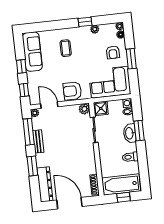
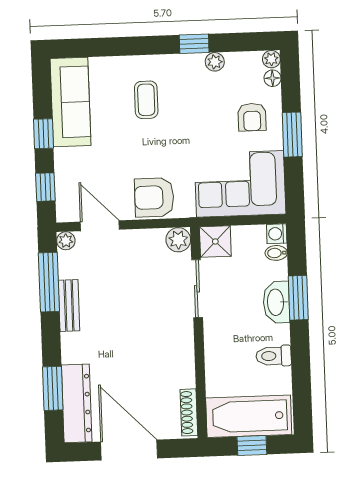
window: (32, 166) -> (53, 388), moved

